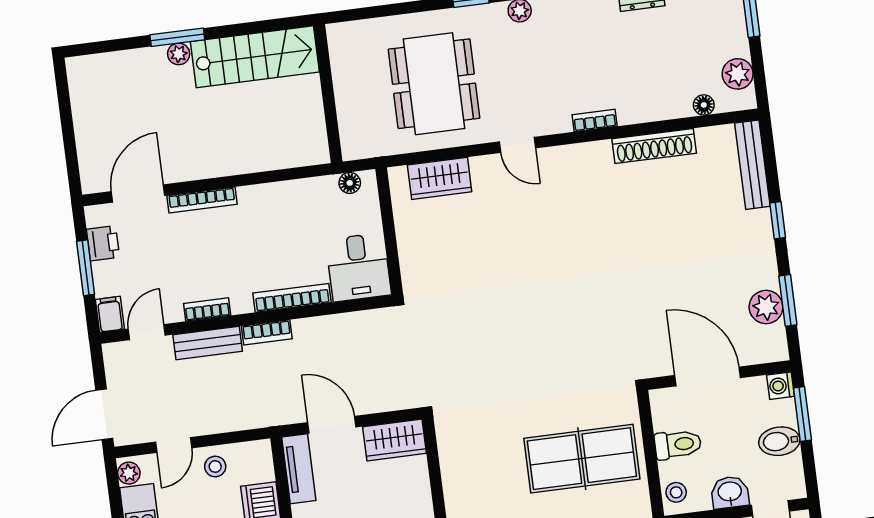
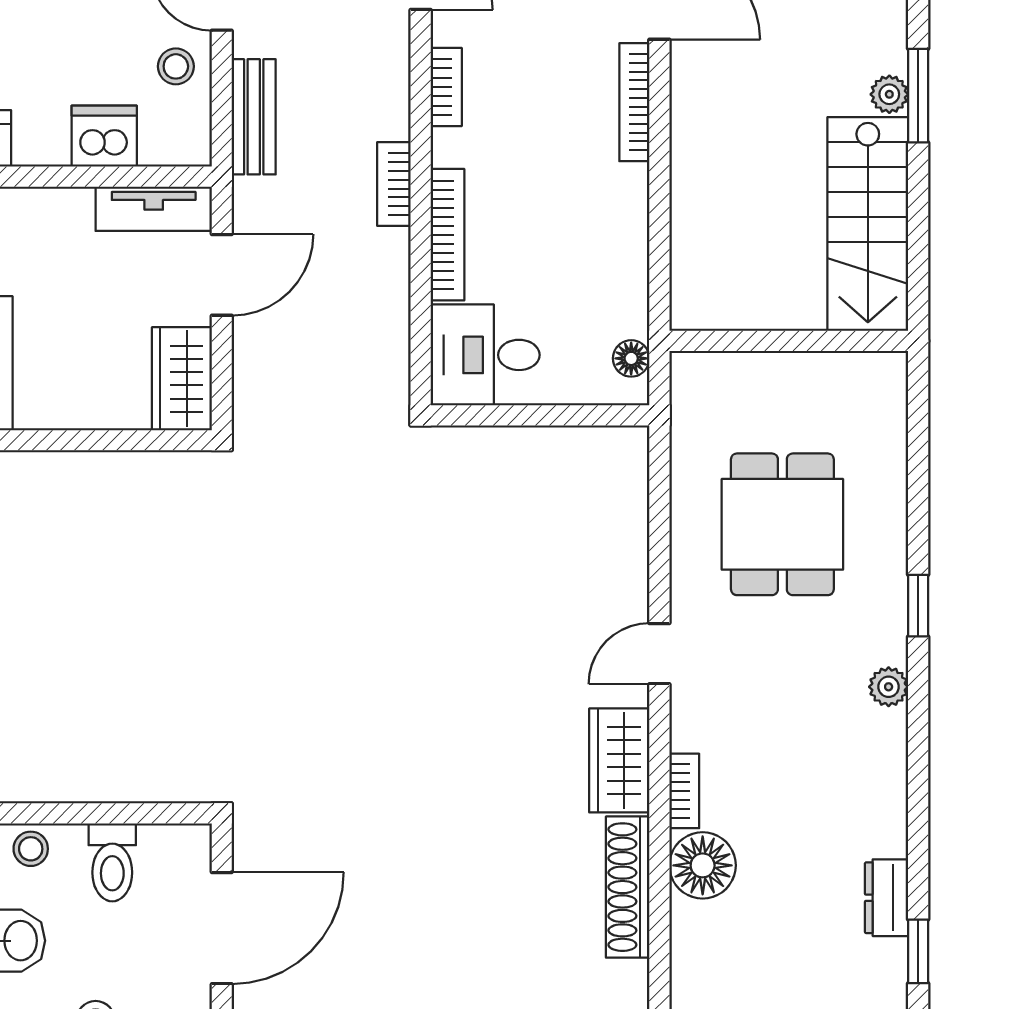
dining table: (434, 84) -> (782, 524), width x0.73
floor lamp: (704, 105) -> (703, 865), moved, width x1.89, depth x1.89
wardrobe: (440, 178) -> (619, 760), moved
bench: (208, 343) -> (254, 117), moved
table tennis table: (582, 459) -> (109, 695), removed

